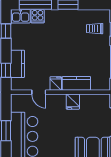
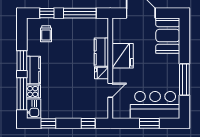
kitchen counter: (18, 64) -> (34, 70), moved, turned 90
fridge: (73, 102) -> (123, 56), width x1.88, depth x1.34

